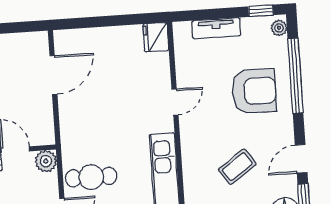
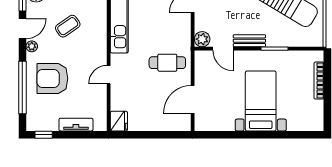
plant: (279, 28) -> (32, 46), moved
cafe table: (91, 177) -> (167, 63), moved

